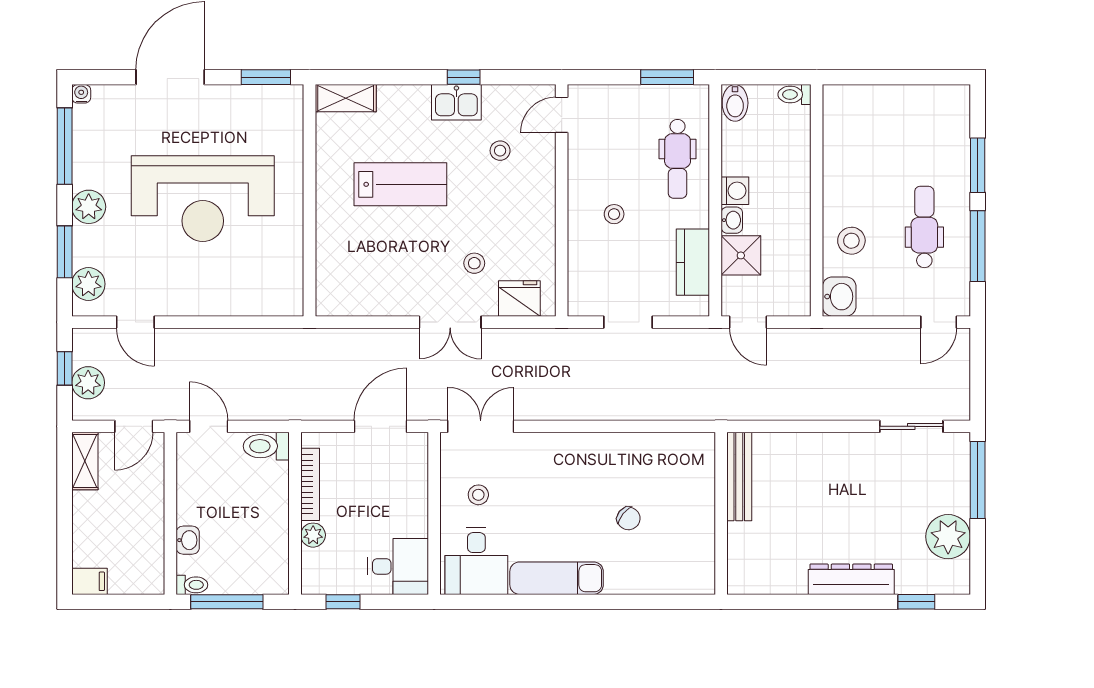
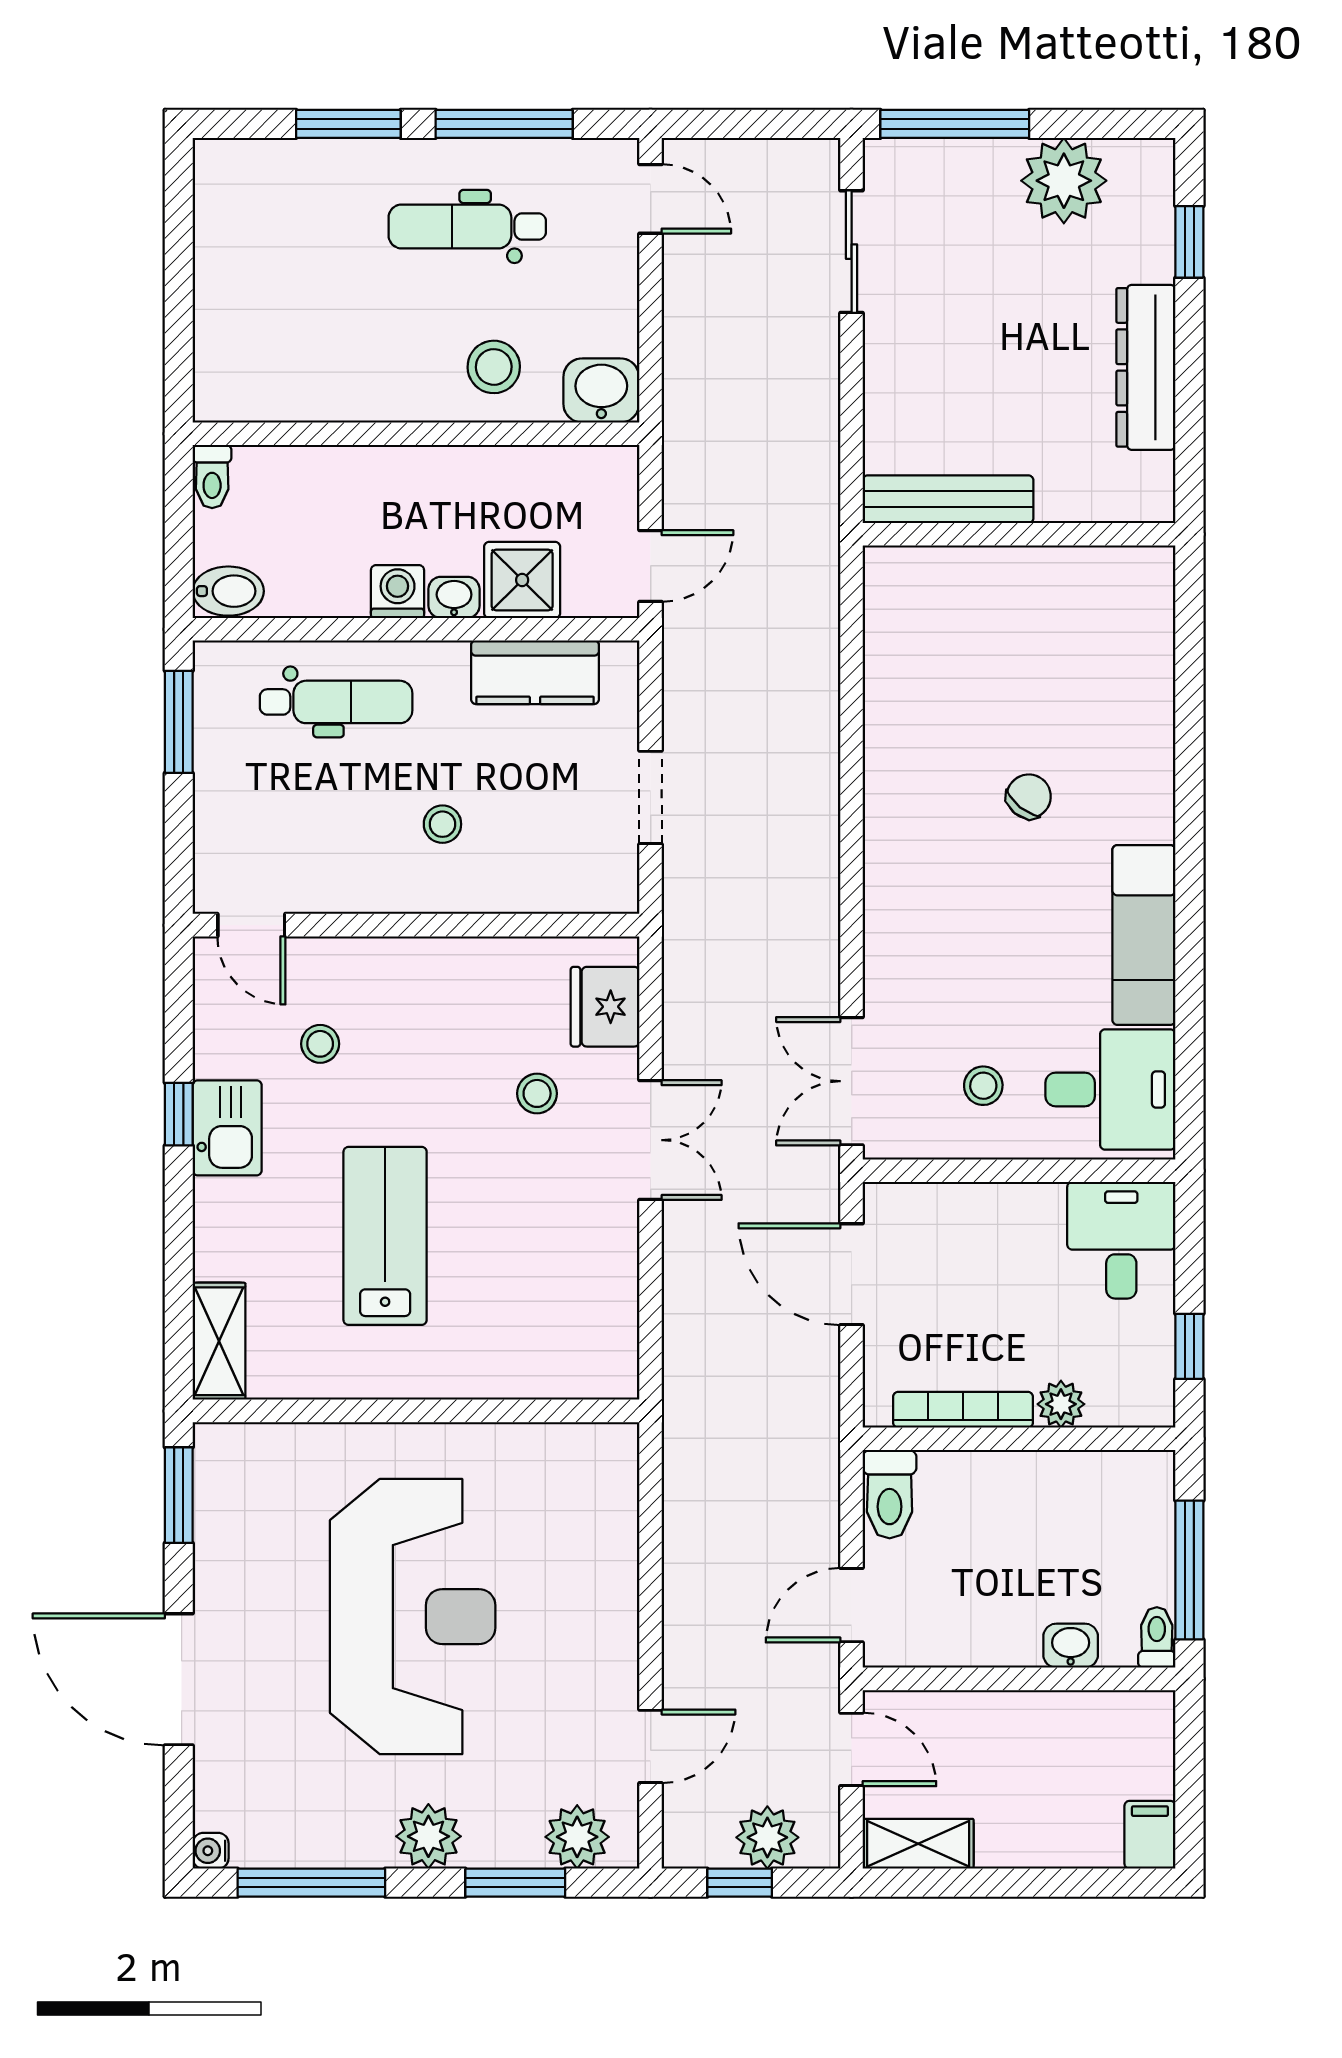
bench: (739, 477) -> (948, 499), moved
wall: (721, 513) -> (1019, 534), moved

